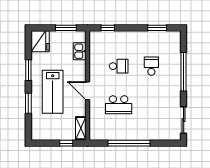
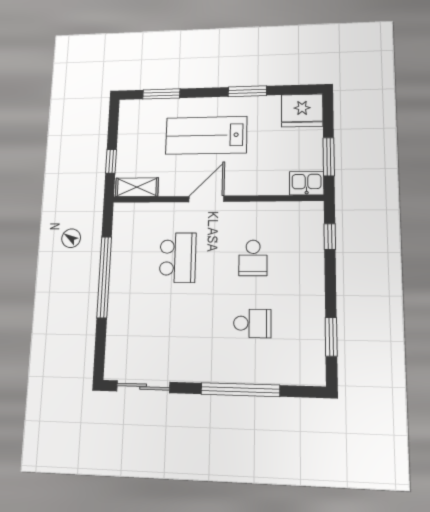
kitchen sink: (80, 51) -> (307, 183), moved
window: (28, 103) -> (161, 94), moved
school desk: (119, 105) -> (178, 258), turned 180

